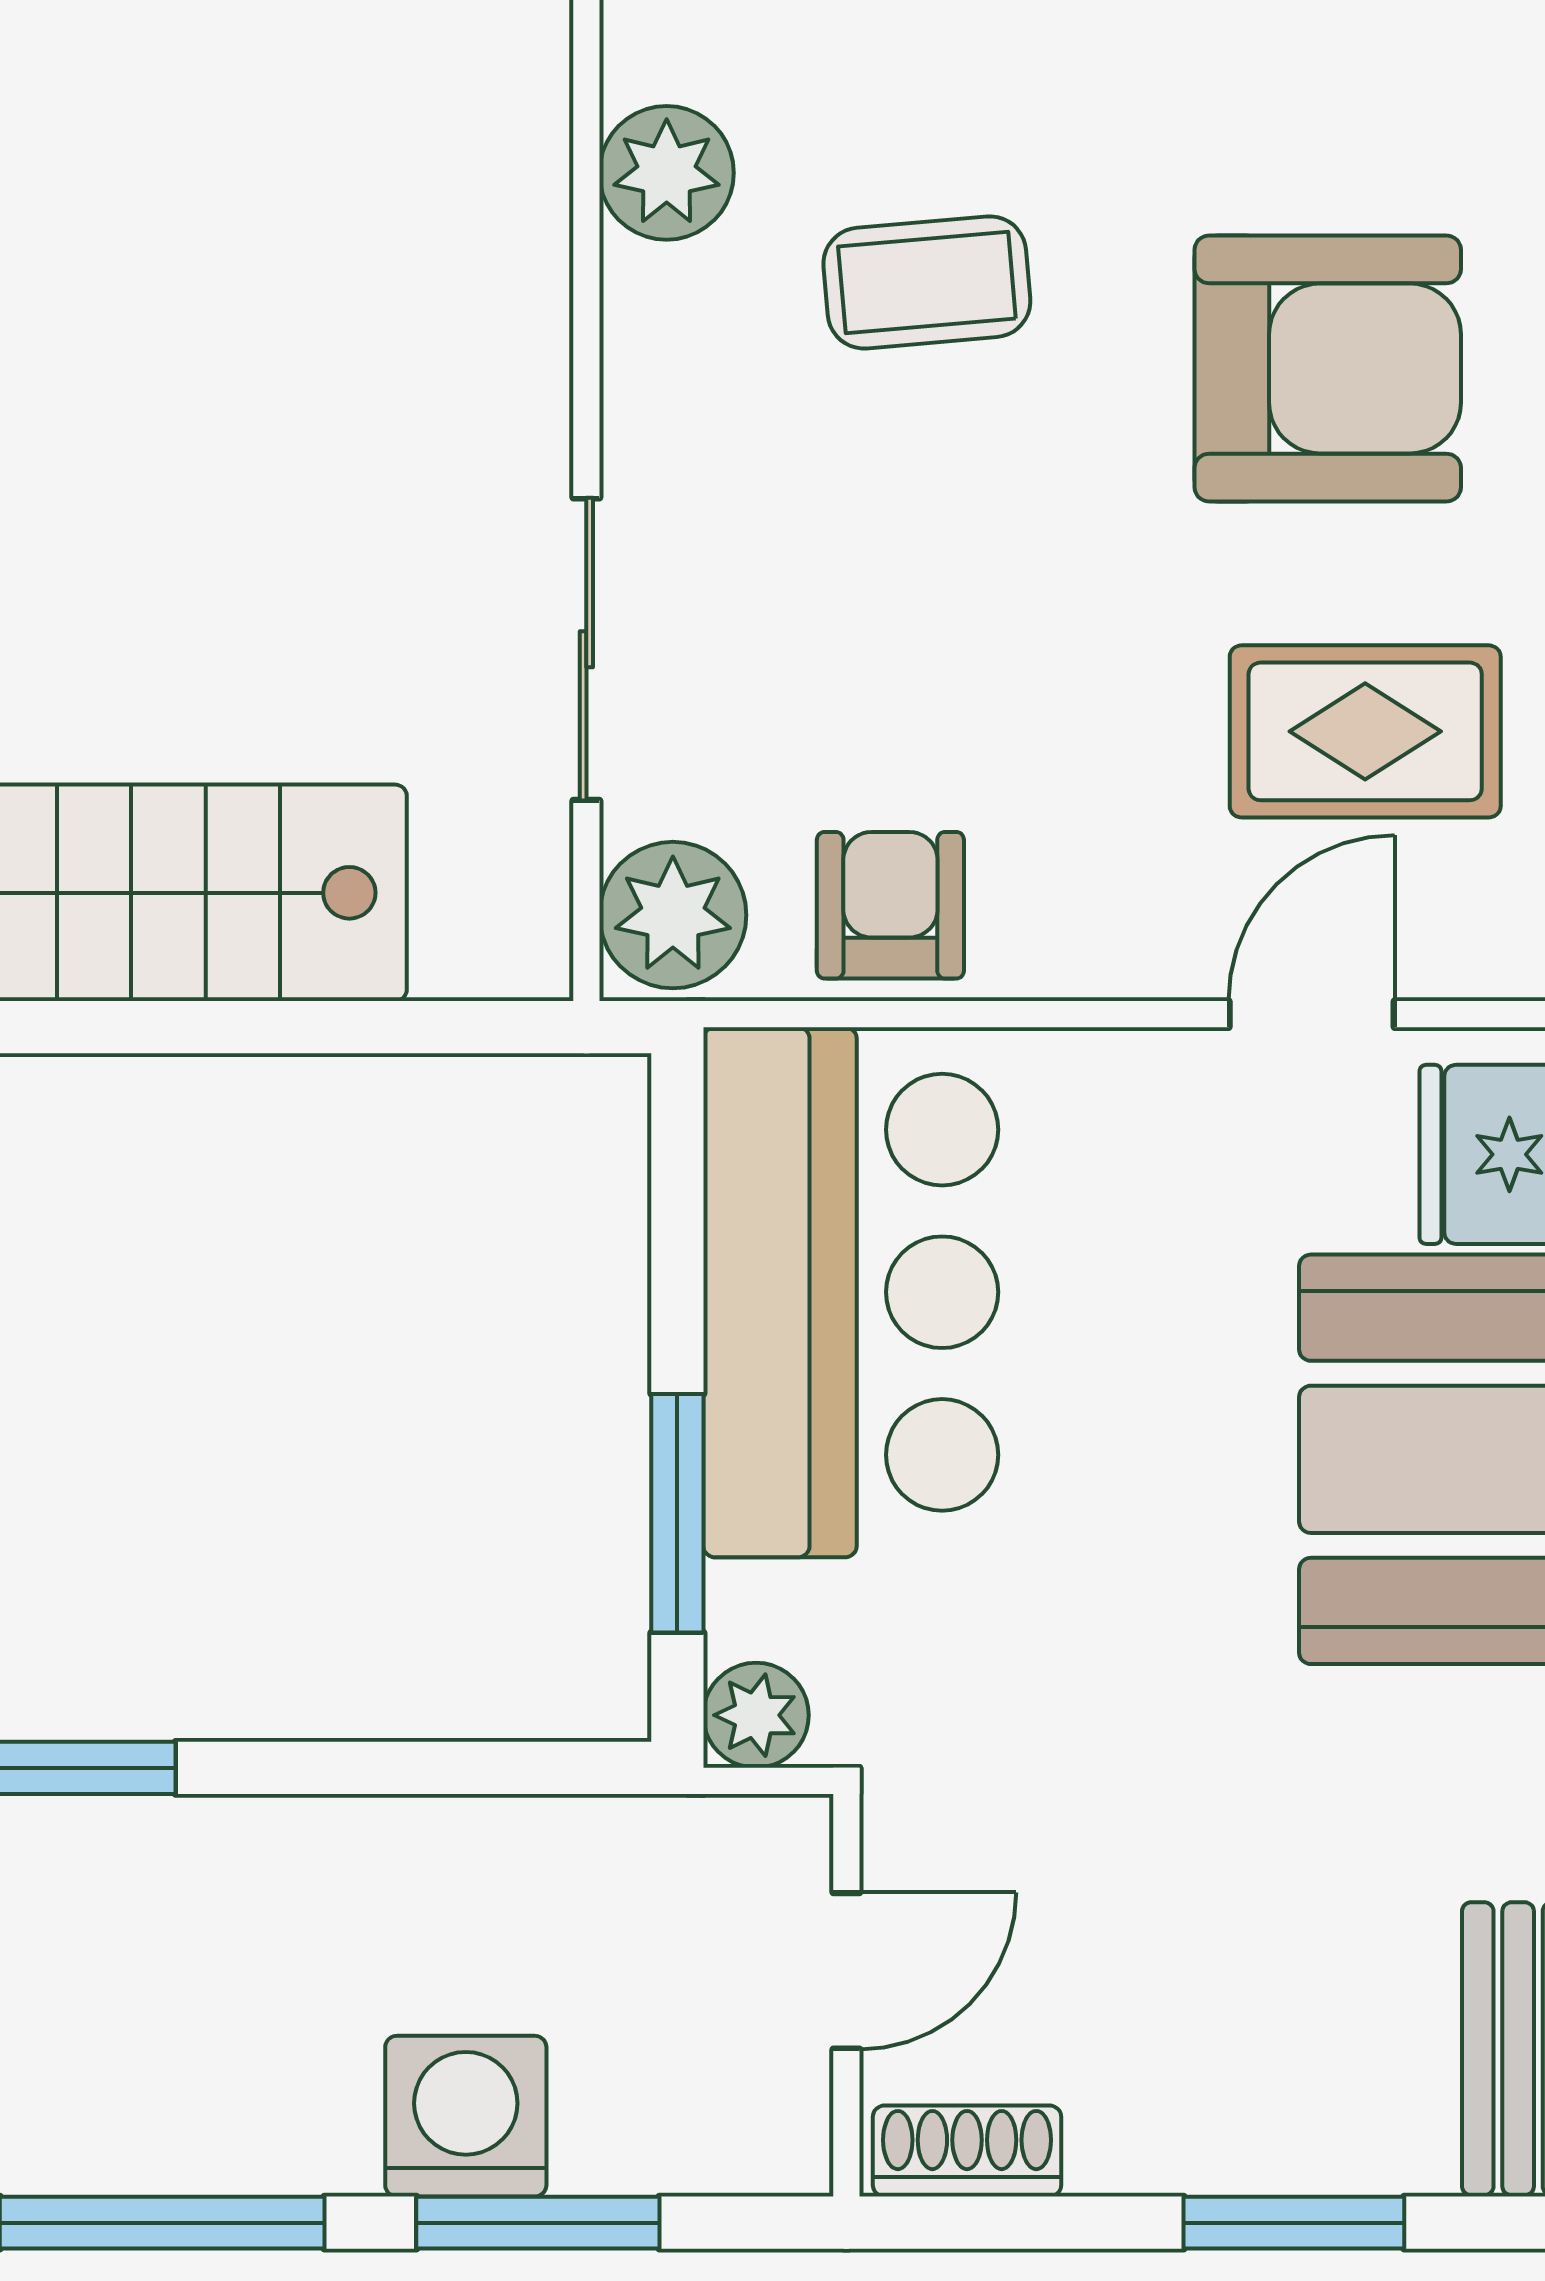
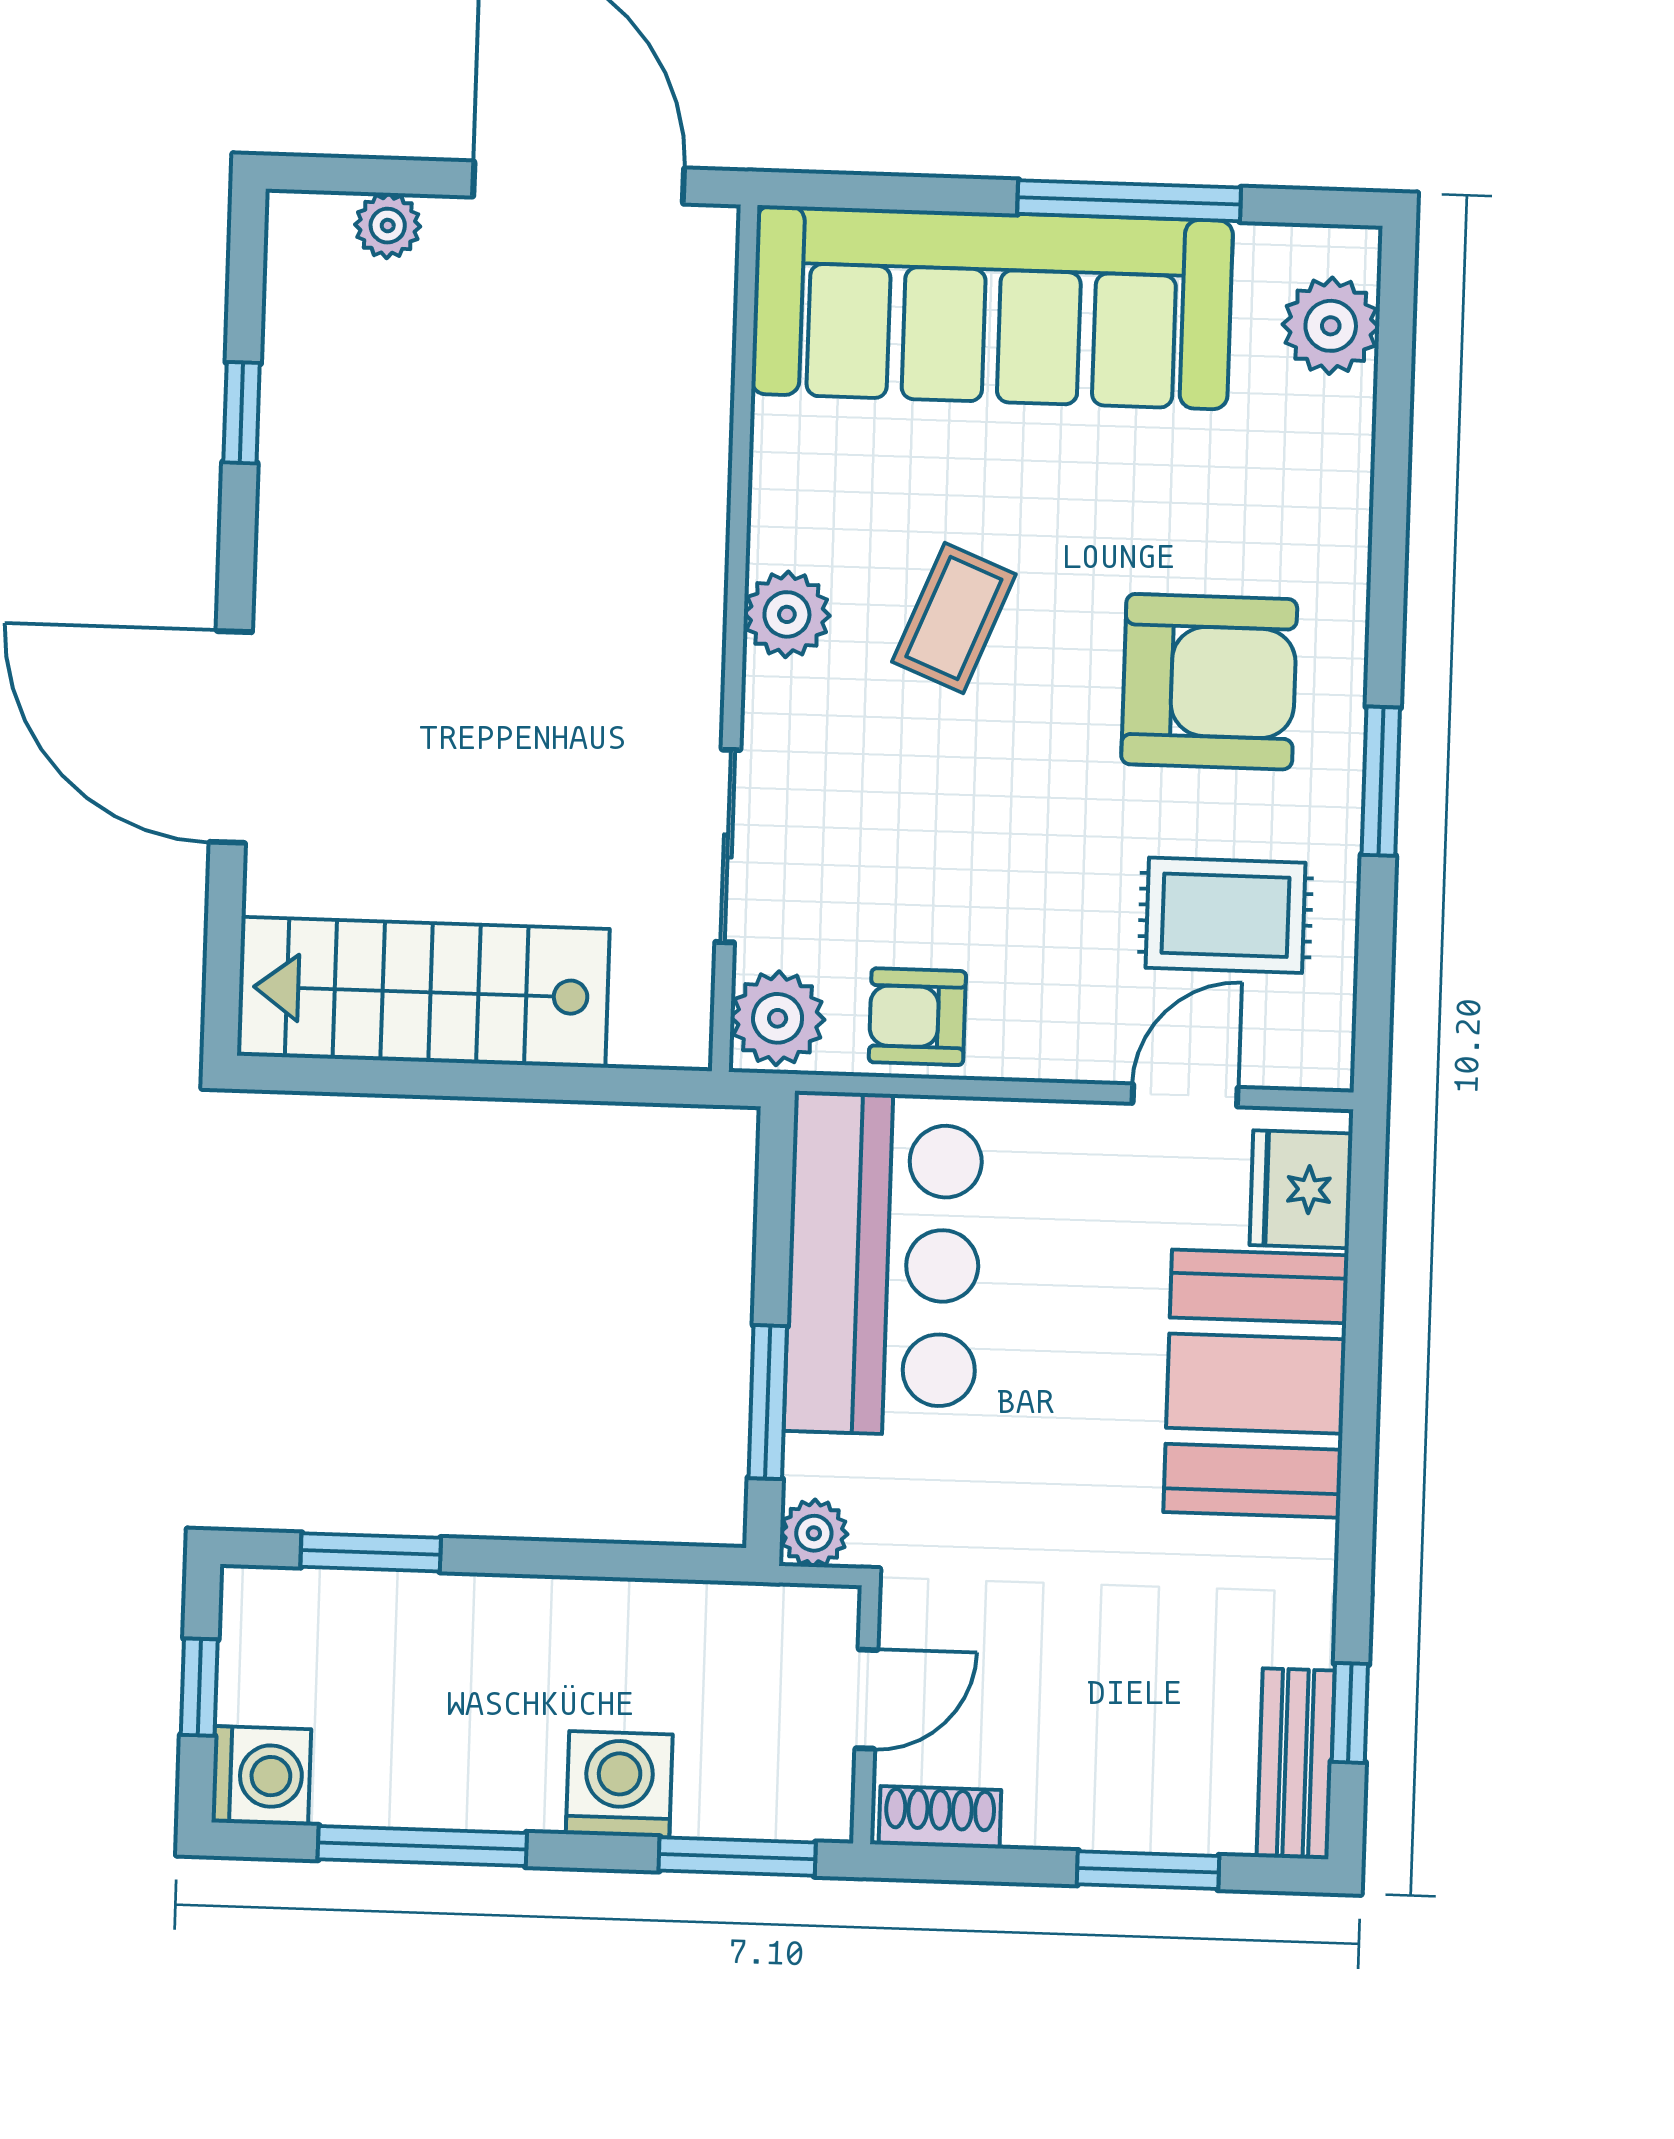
plant: (667, 173) -> (787, 614), moved
coffee table: (927, 282) -> (954, 618), turned -63
armchair: (890, 905) -> (917, 1017), turned -90
window: (538, 2223) -> (737, 1857), moved

